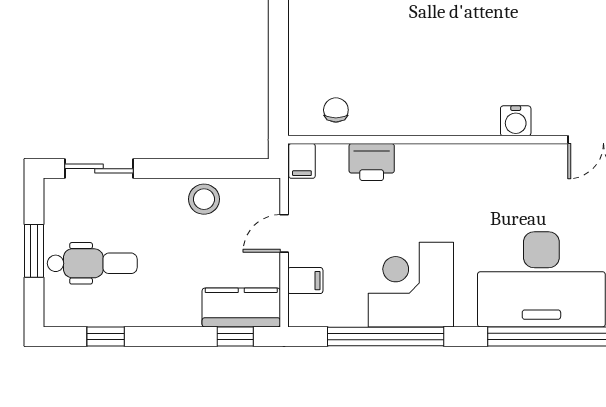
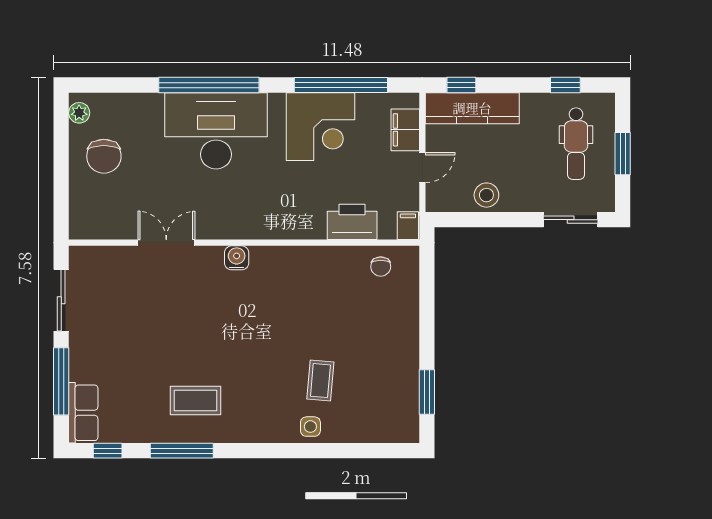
printer: (372, 162) -> (352, 222), width x1.37, depth x1.19
dental chair: (92, 263) -> (576, 144), turned -90
filing cabinet: (305, 281) -> (405, 130), width x2.00
kitchen counter: (241, 307) -> (472, 108), width x1.50

